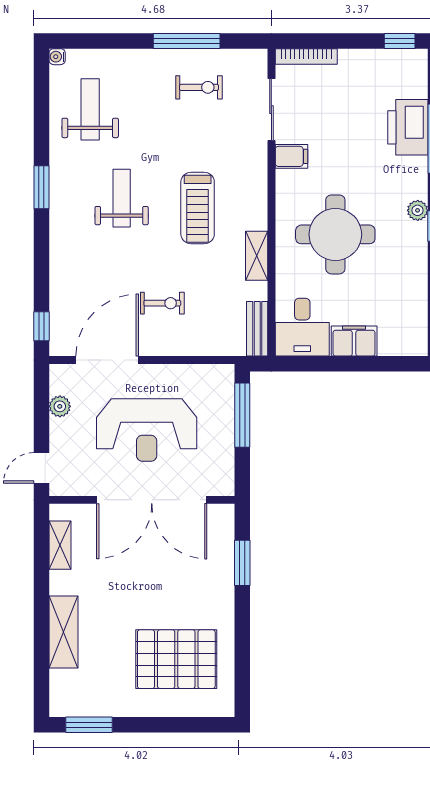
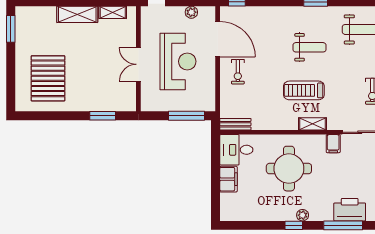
shelving: (257, 256) -> (312, 124), moved
exercise bike: (162, 303) -> (238, 72), moved
reception desk: (147, 430) -> (178, 61), turned 180
double door: (152, 500) -> (138, 64), width x0.54
shelving: (63, 632) -> (77, 14), moved

